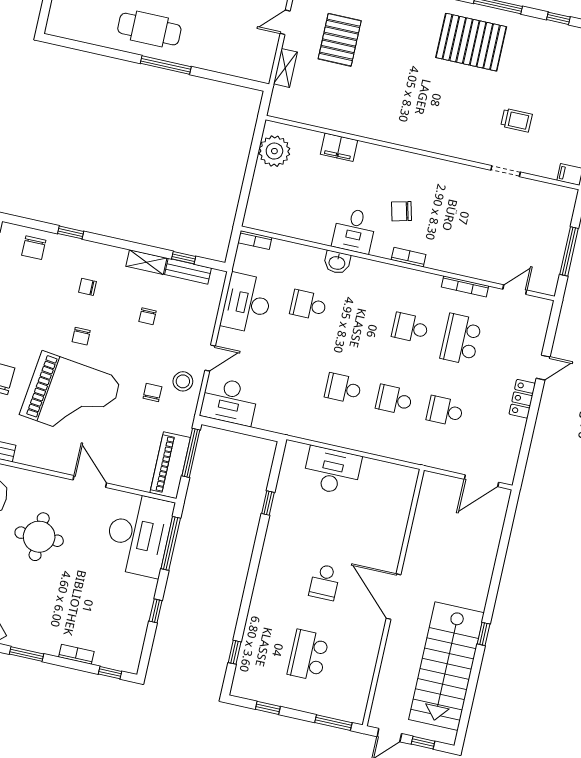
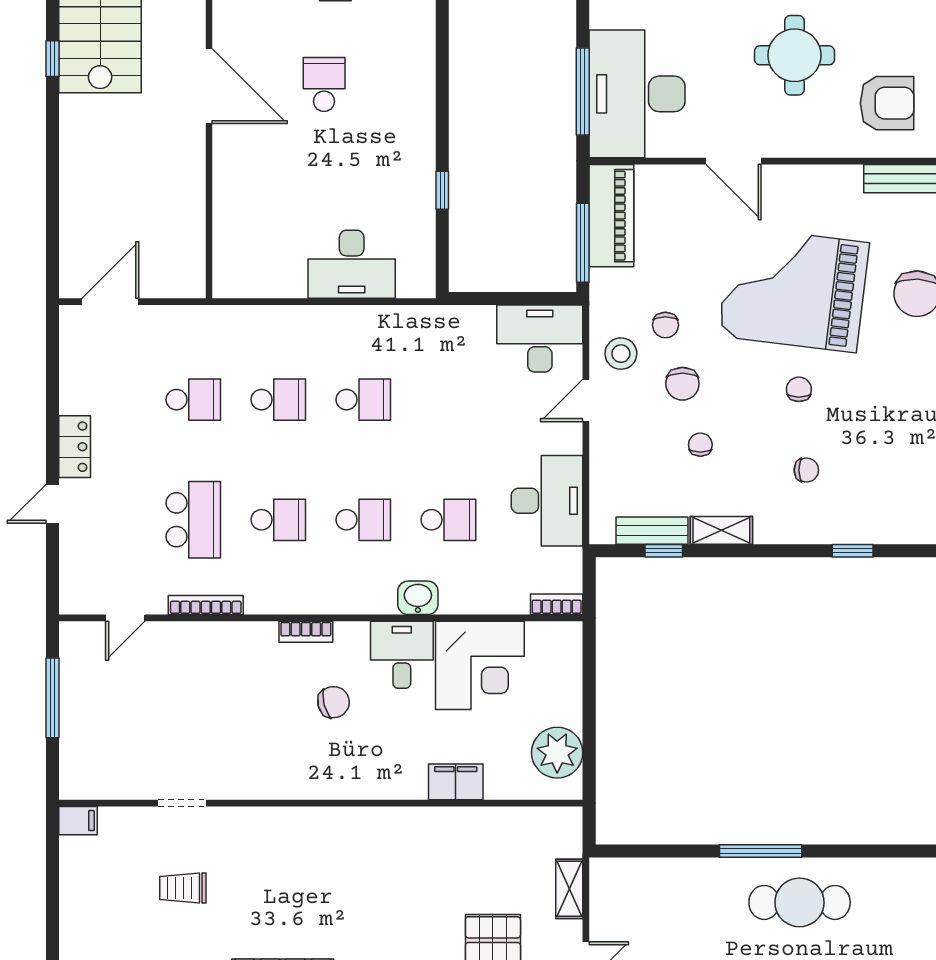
corner desk: (309, 214) -> (480, 665), added
chair: (34, 248) -> (682, 384), moved, turned 180
school desk: (359, 316) -> (363, 520), added

